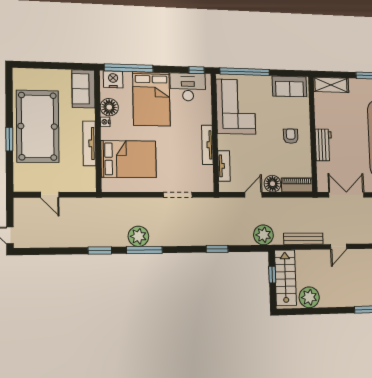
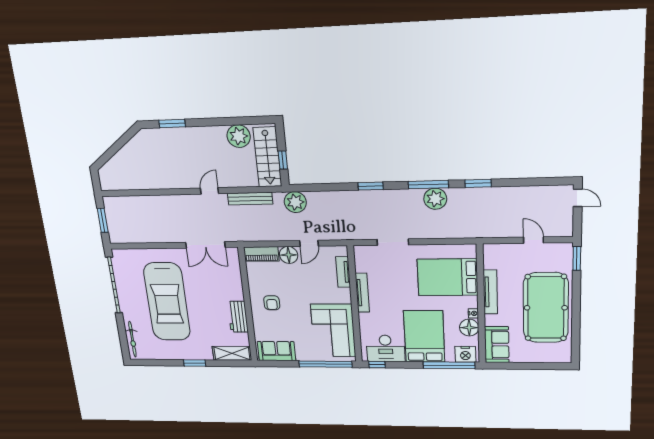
window: (9, 139) -> (577, 258), moved
workbench: (324, 145) -> (238, 317), moved
window: (217, 249) -> (371, 186), moved

